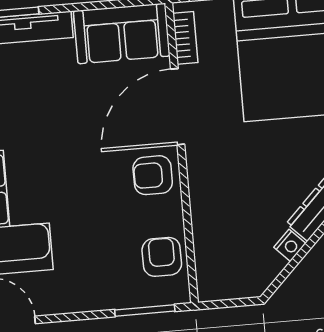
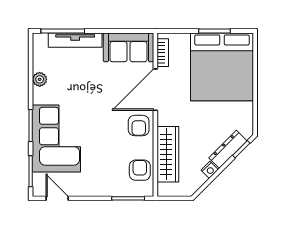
armchair: (153, 175) -> (139, 126), turned -90
wardrobe: (211, 223) -> (168, 154), added

